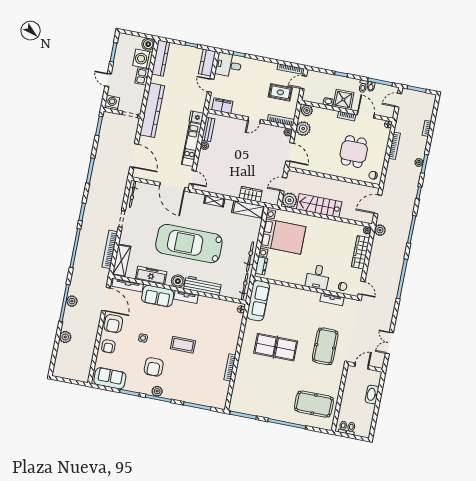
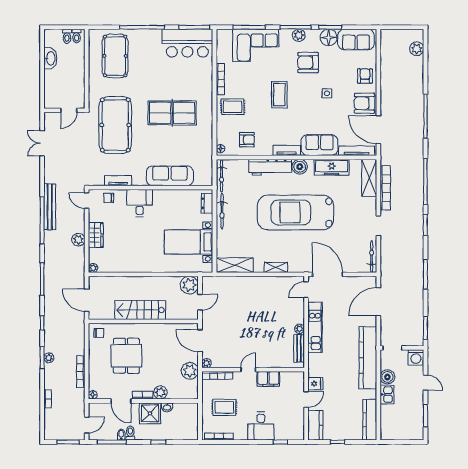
boiler: (148, 44) -> (387, 377), moved
washing machine: (143, 59) -> (390, 415), removed
desk: (228, 65) -> (261, 426), moved, turned 90
door: (303, 82) -> (200, 424), removed
door: (211, 86) -> (306, 399), hinge flipped
filing cabinet: (222, 106) -> (268, 379), moved
plant: (307, 110) -> (160, 392), moved
fridge: (196, 117) -> (315, 384), moved
door: (134, 156) -> (378, 302), hinge flipped
door: (193, 177) -> (306, 290), hinge flipped
wardrobe: (251, 194) -> (235, 283), removed
door: (378, 204) -> (87, 300), swing flipped
stairs: (319, 206) -> (140, 310), moved, turned 180
plant: (380, 230) -> (78, 240), moved
bed with nightstands: (283, 236) -> (189, 242), width x0.73
car: (189, 244) -> (295, 212), turned 180
wardrobe: (361, 252) -> (96, 235), width x0.67
bench: (393, 289) -> (50, 207), added
plant: (72, 301) -> (417, 120), removed
sofa: (258, 301) -> (170, 176), moved, turned 90
armchair: (218, 312) -> (247, 140), added
armchair: (113, 324) -> (364, 103), turned -90
plant: (65, 337) -> (417, 49), moved
rug: (224, 342) -> (233, 107), added
double door: (389, 343) -> (42, 143), swing flipped
coffee table: (183, 345) -> (279, 95), turned 90
pool table: (325, 346) -> (115, 125), width x1.36, depth x1.32
armchair: (154, 367) -> (308, 63), turned -90
floor lamp: (132, 385) -> (329, 37), added
corner sofa: (195, 390) -> (256, 45), added
washbasin: (372, 394) -> (50, 58), moved
bar counter: (251, 403) -> (187, 43), added
pool table: (314, 404) -> (115, 56), turned 90

